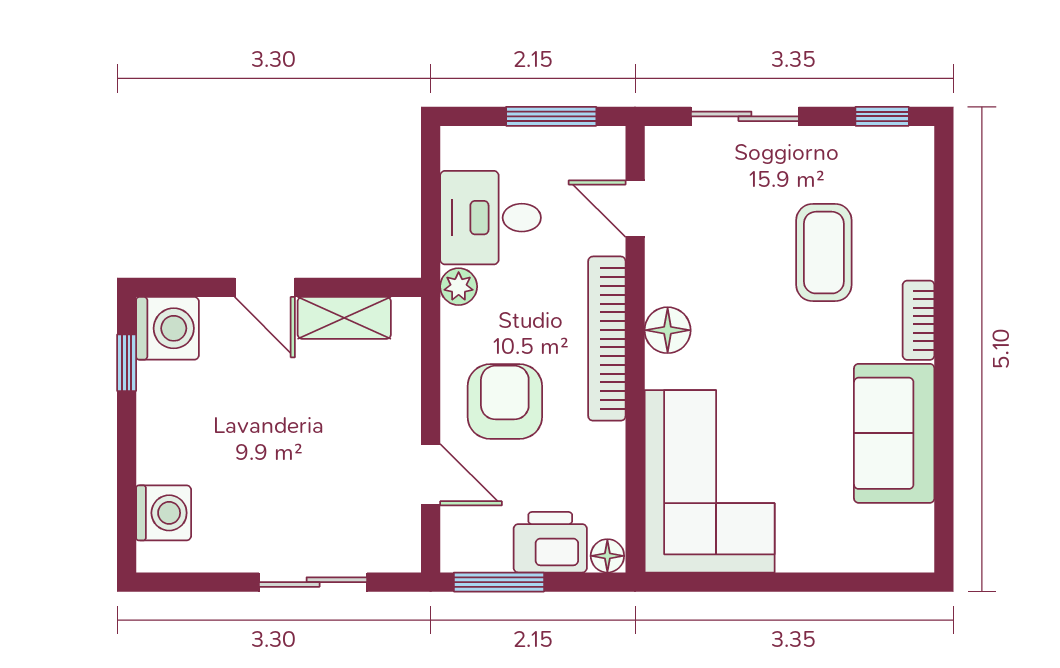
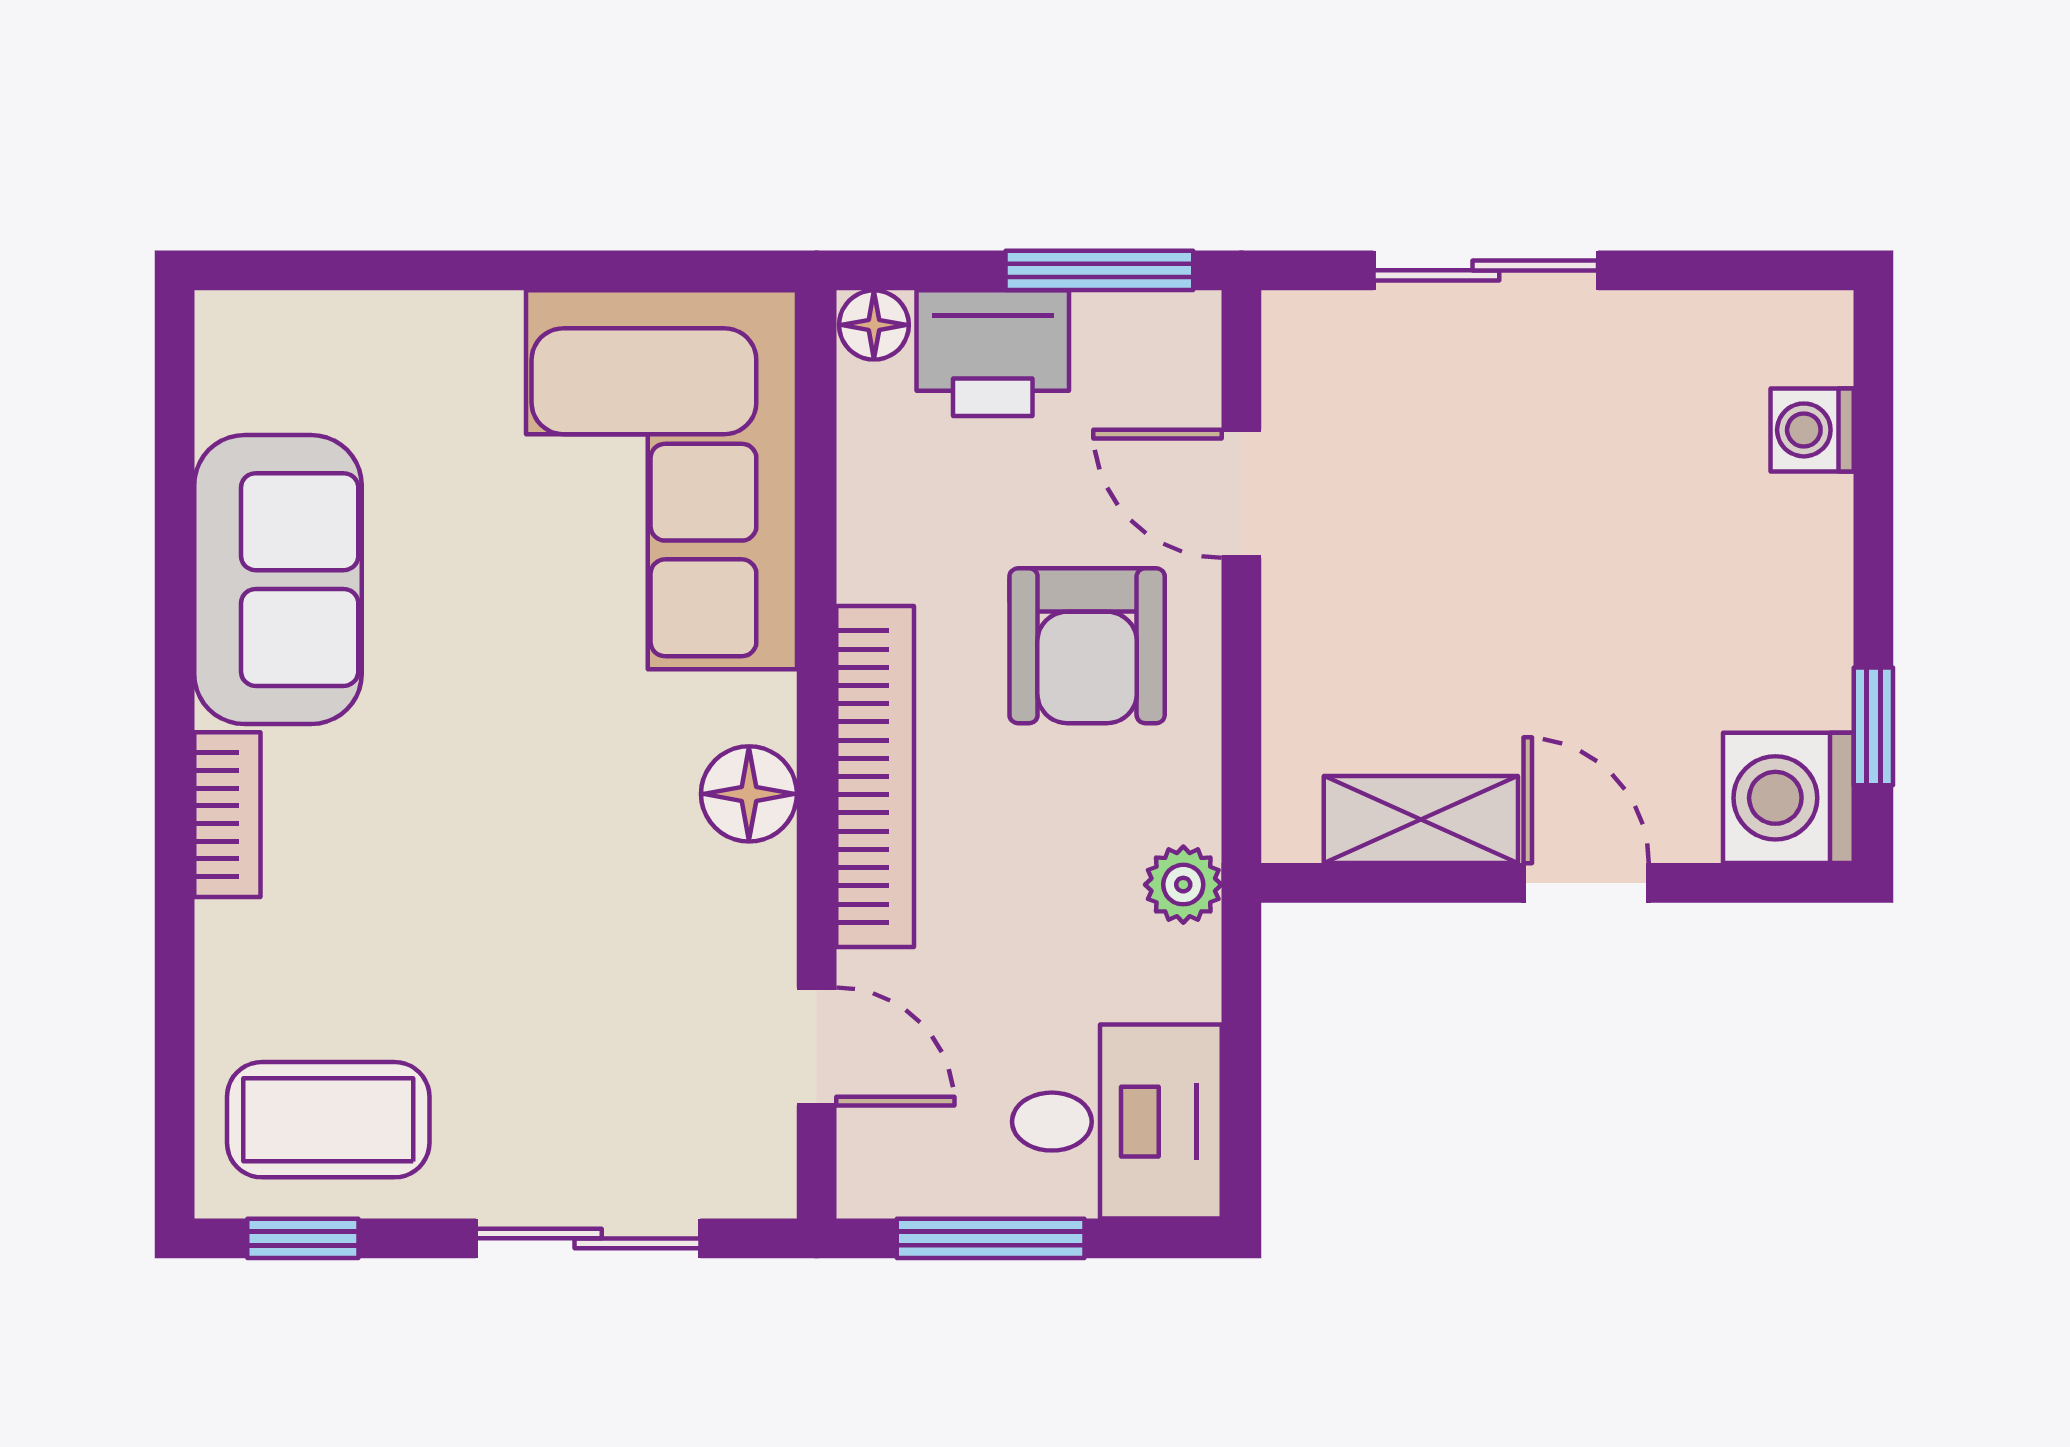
desk: (491, 218) -> (1117, 1122), moved
coffee table: (824, 253) -> (328, 1120), moved, turned 90
washing machine: (164, 513) -> (1812, 430), width x0.73, depth x0.73

